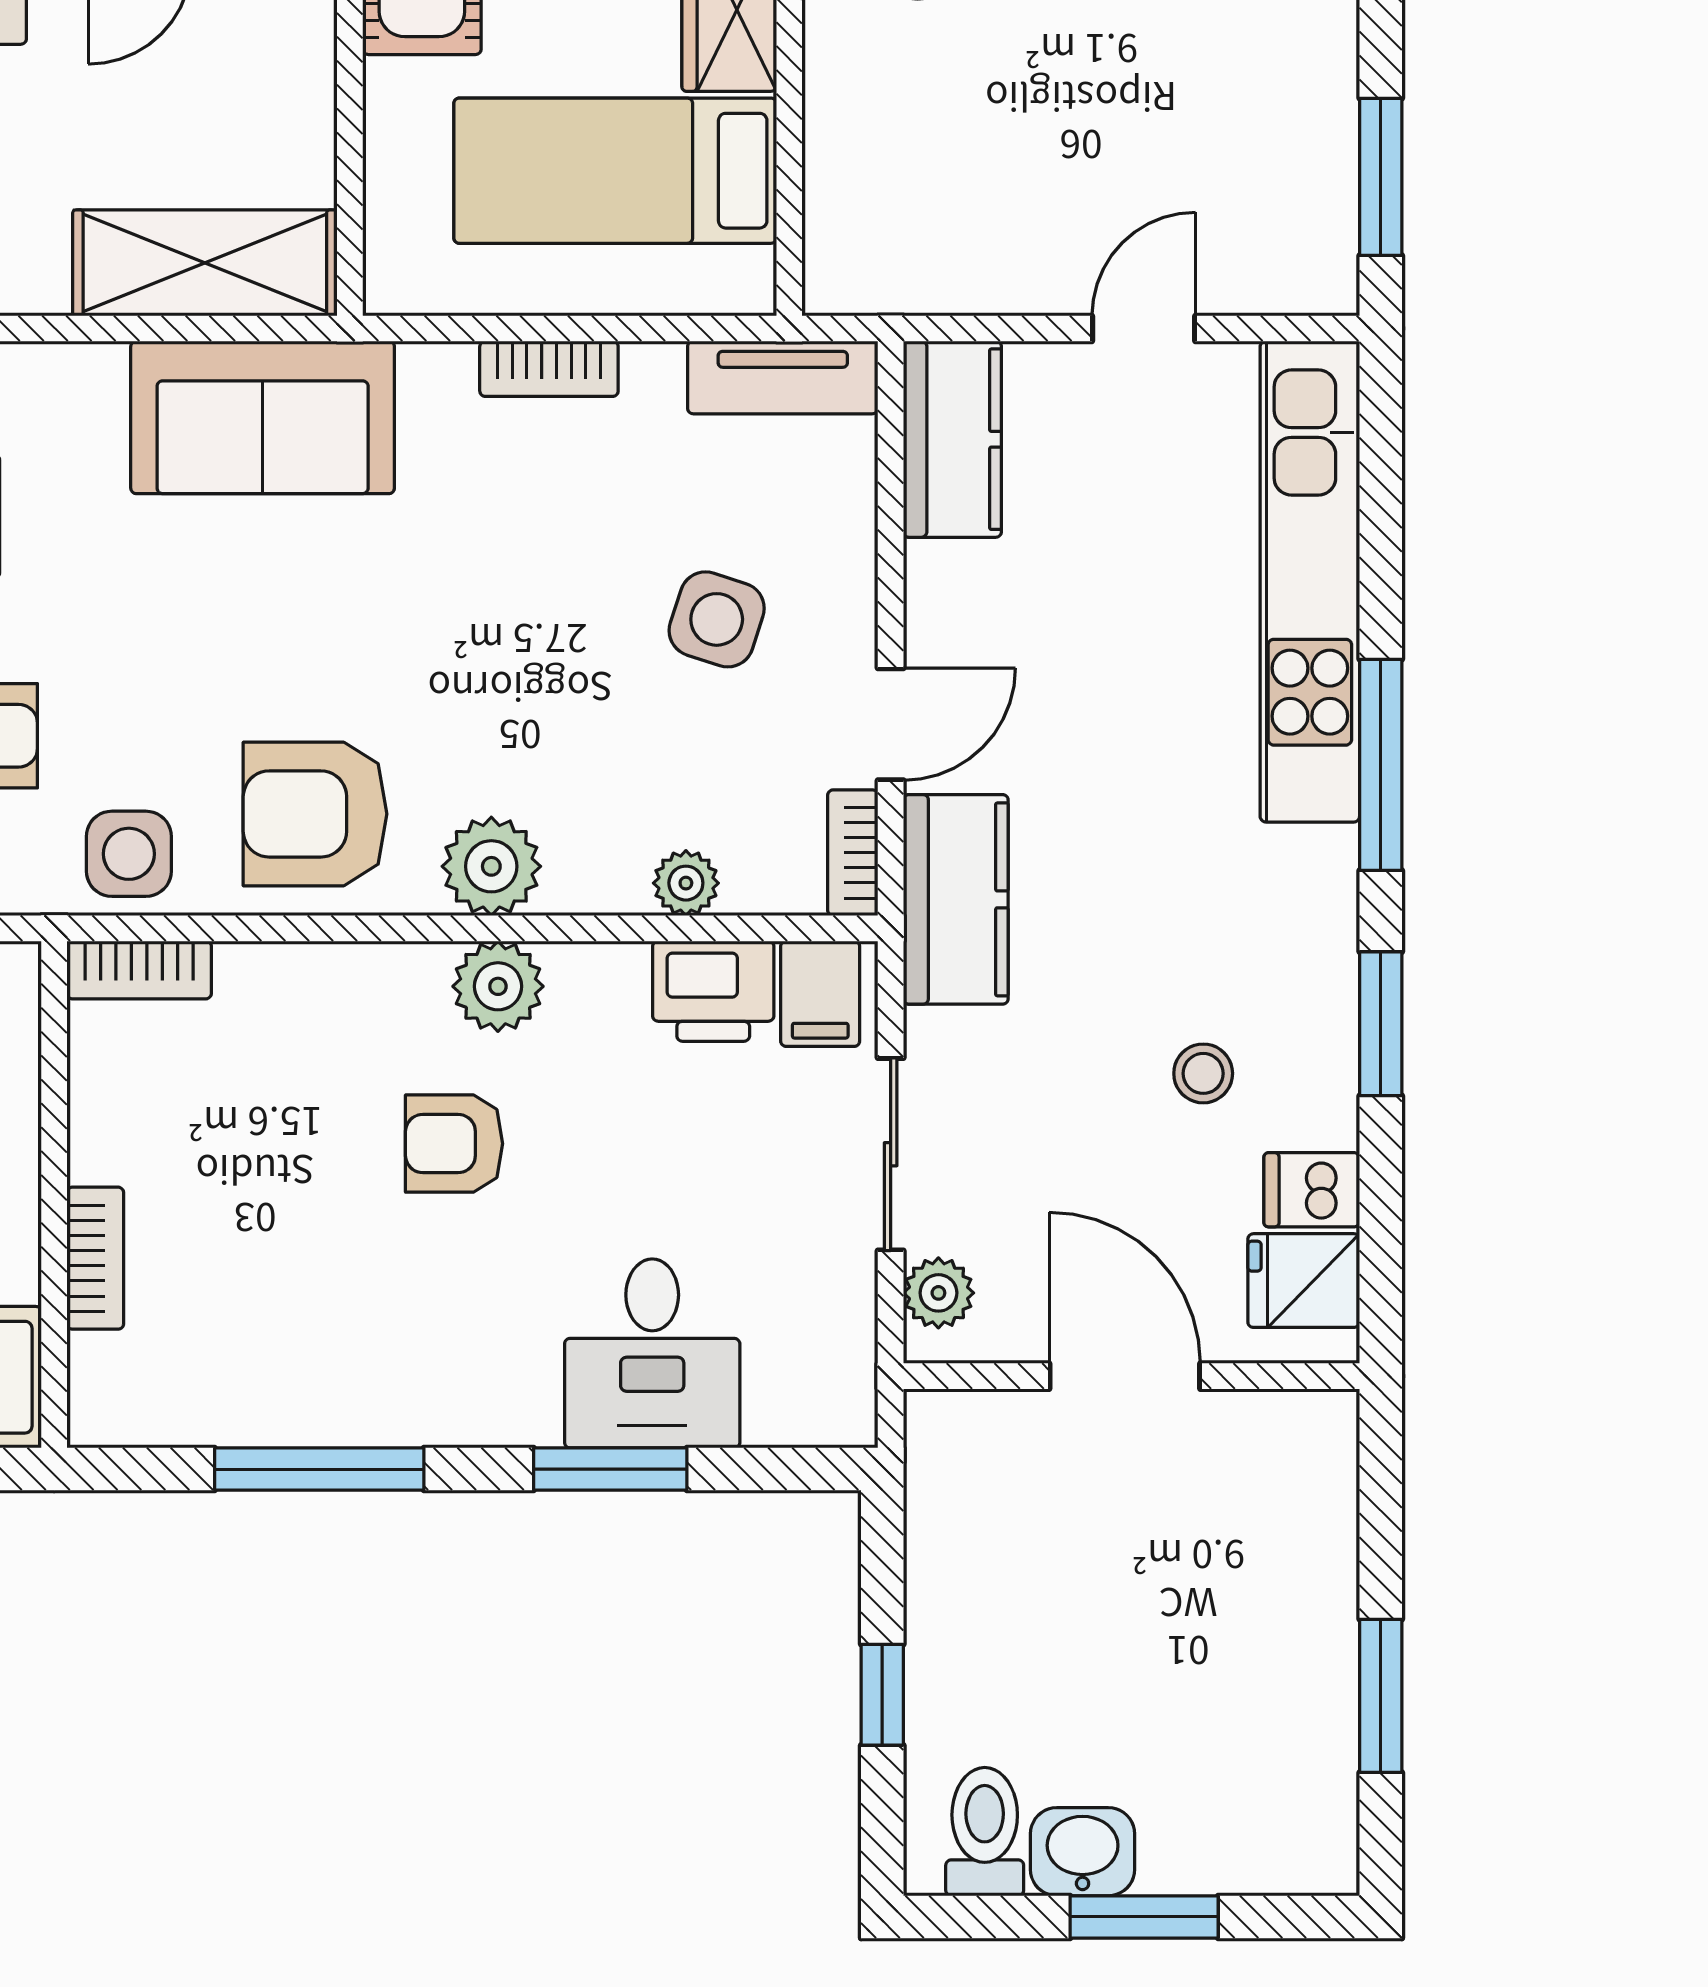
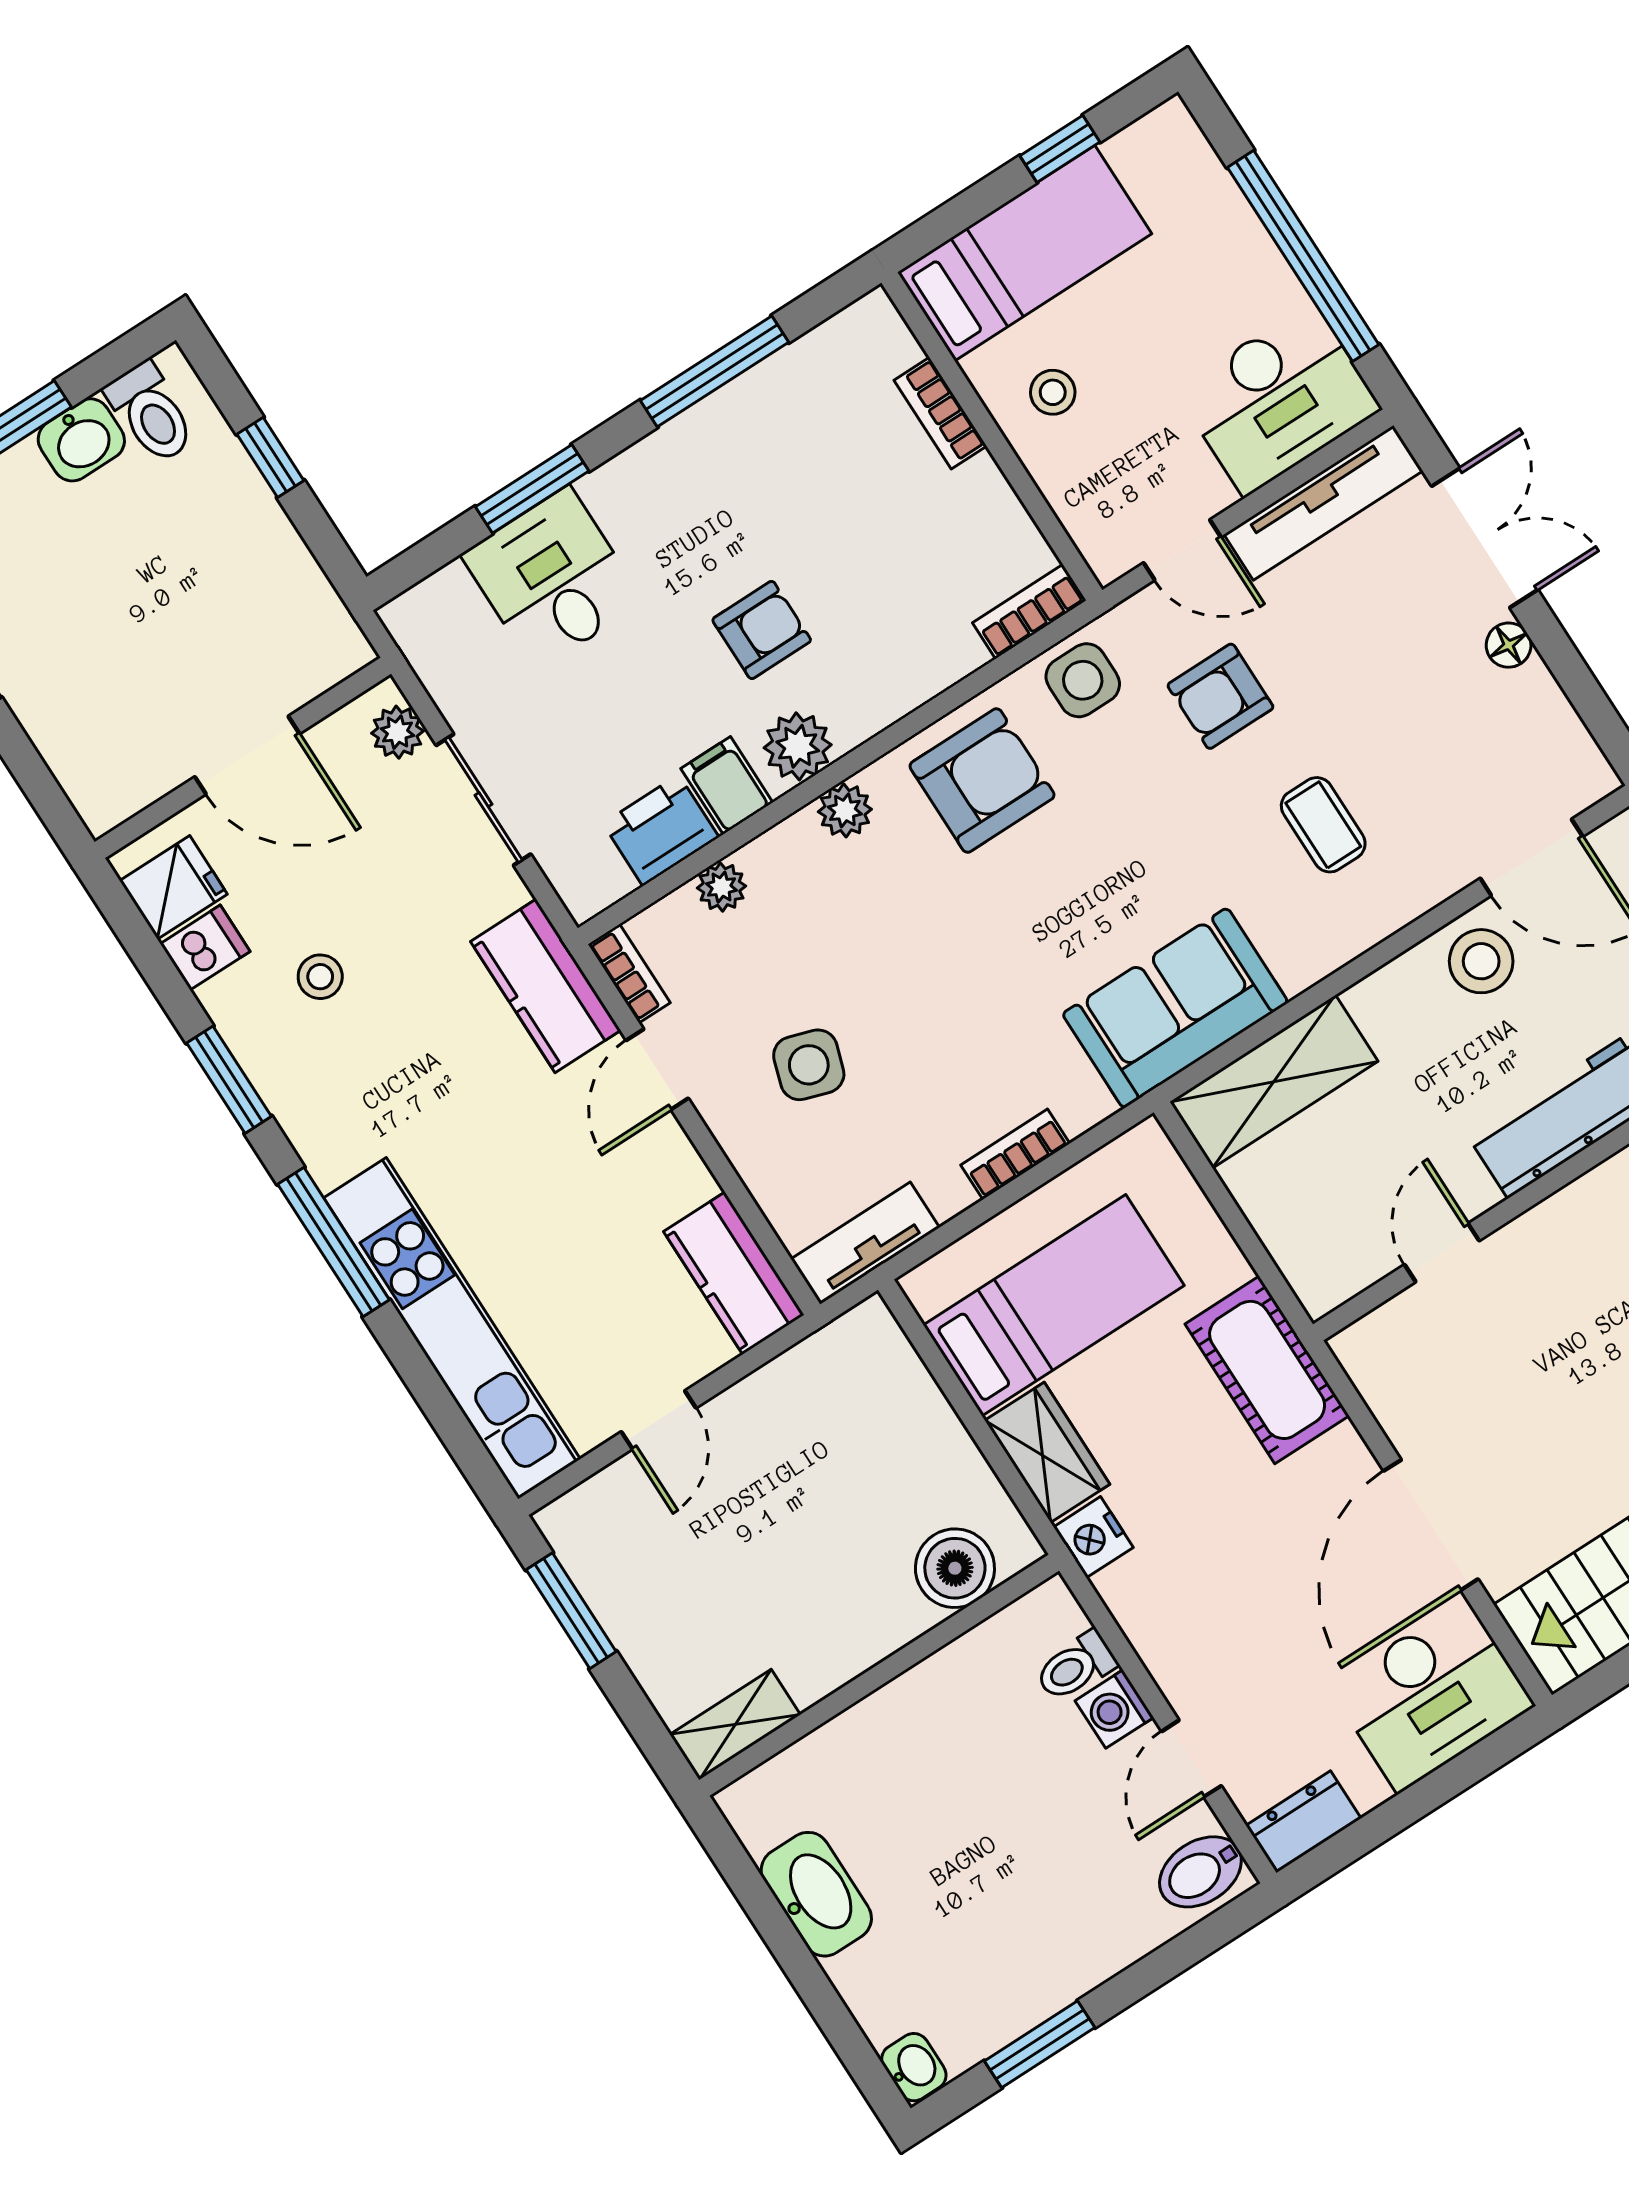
plant: (491, 866) -> (845, 810), width x0.73, depth x0.73
filing cabinet: (820, 994) -> (727, 785), moved

